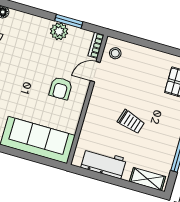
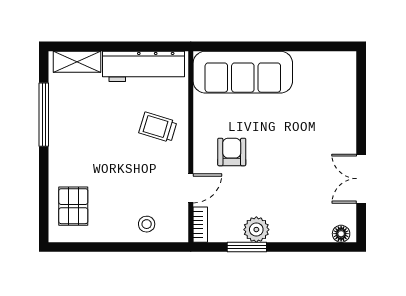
stool: (115, 53) -> (147, 224), moved
trolley: (131, 122) -> (158, 127), moved
workbench: (104, 163) -> (143, 66), width x1.37

